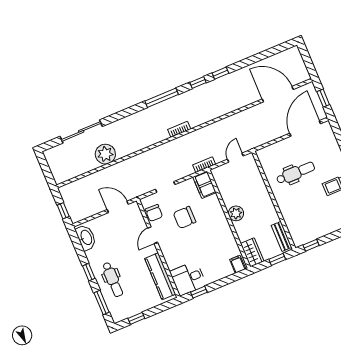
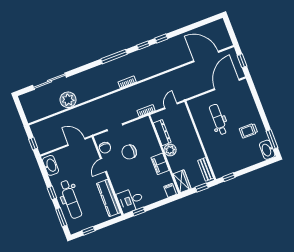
dental chair: (296, 173) -> (218, 119), turned -90
filing cabinet: (204, 185) -> (160, 164), moved
dresser: (225, 192) -> (162, 133), added
dental chair: (113, 280) -> (71, 199), width x1.36, depth x1.38

